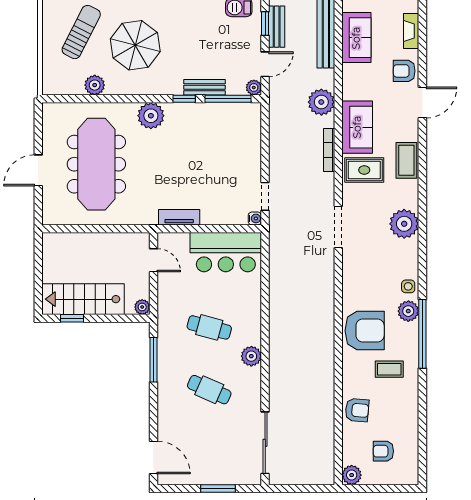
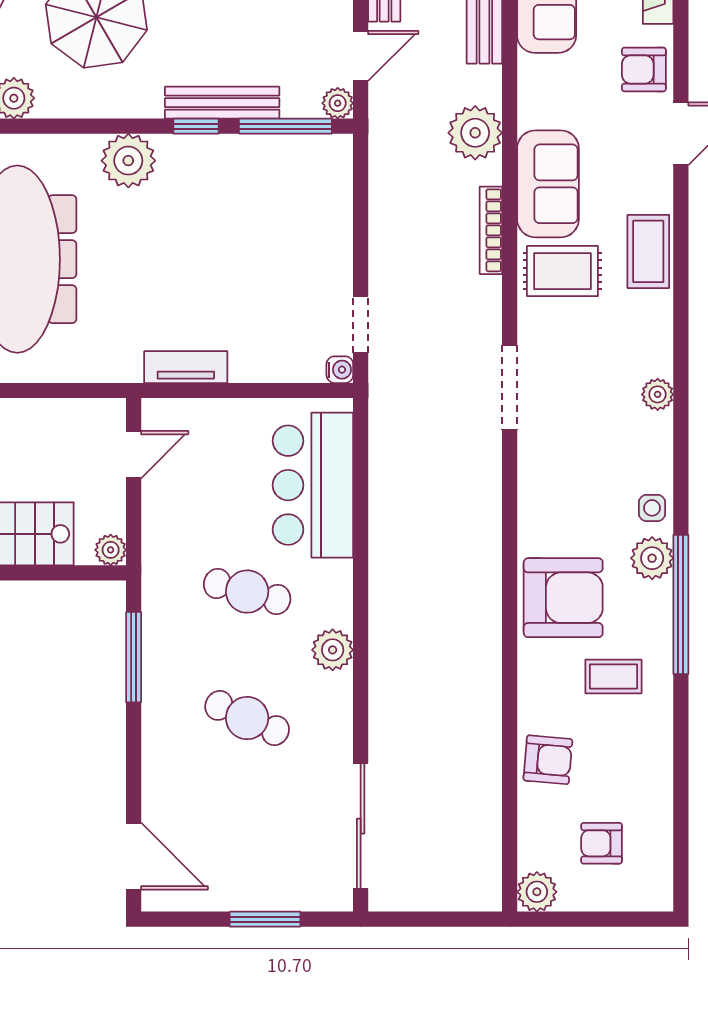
bench: (205, 87) -> (222, 103), width x1.36
plant: (404, 224) -> (658, 394), width x0.53, depth x0.53
bar counter: (226, 252) -> (313, 485), moved, turned 90
door: (153, 260) -> (134, 455), hinge flipped

